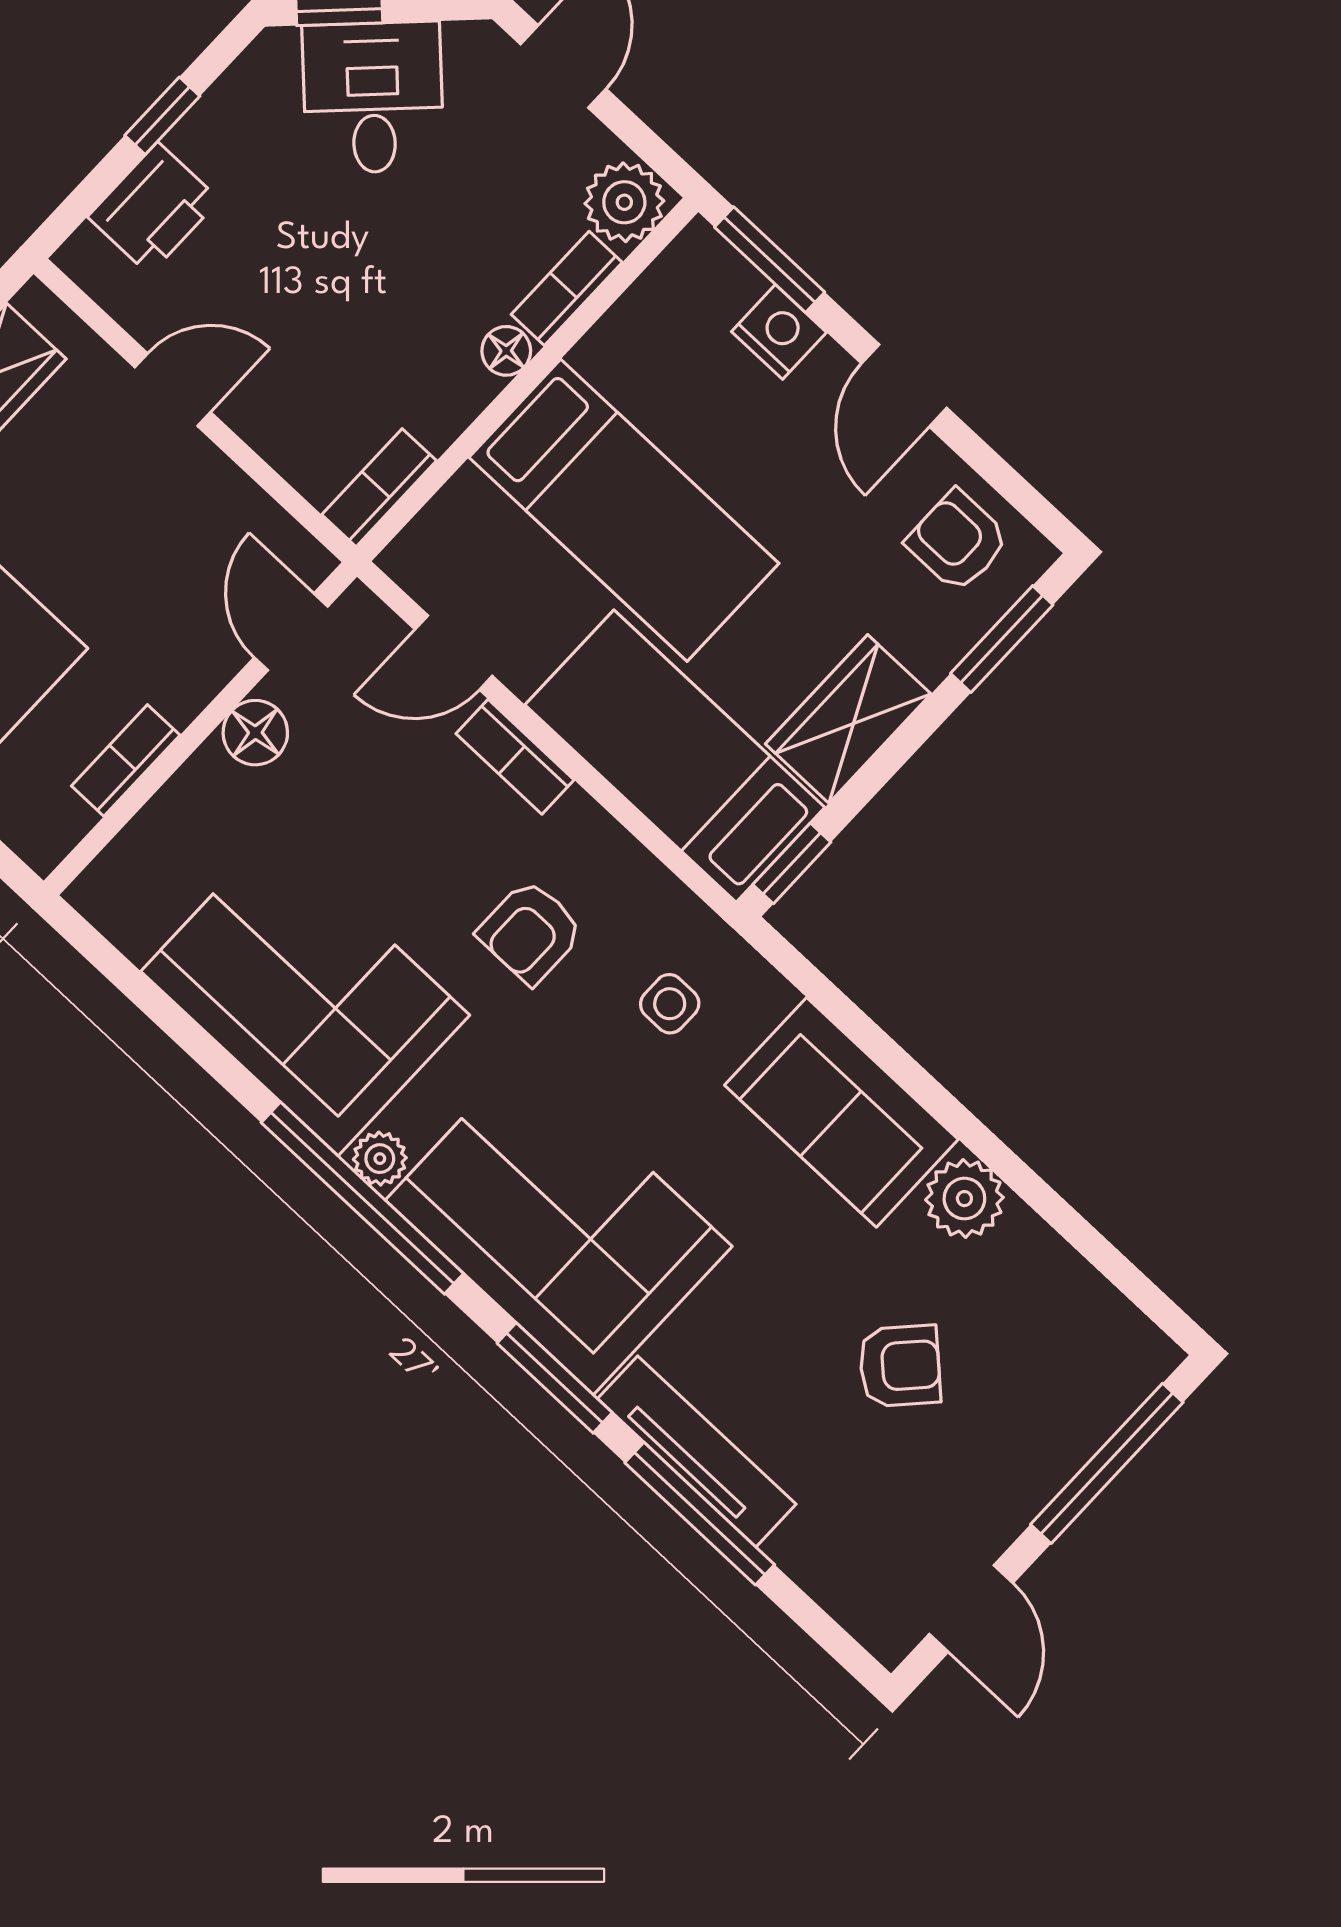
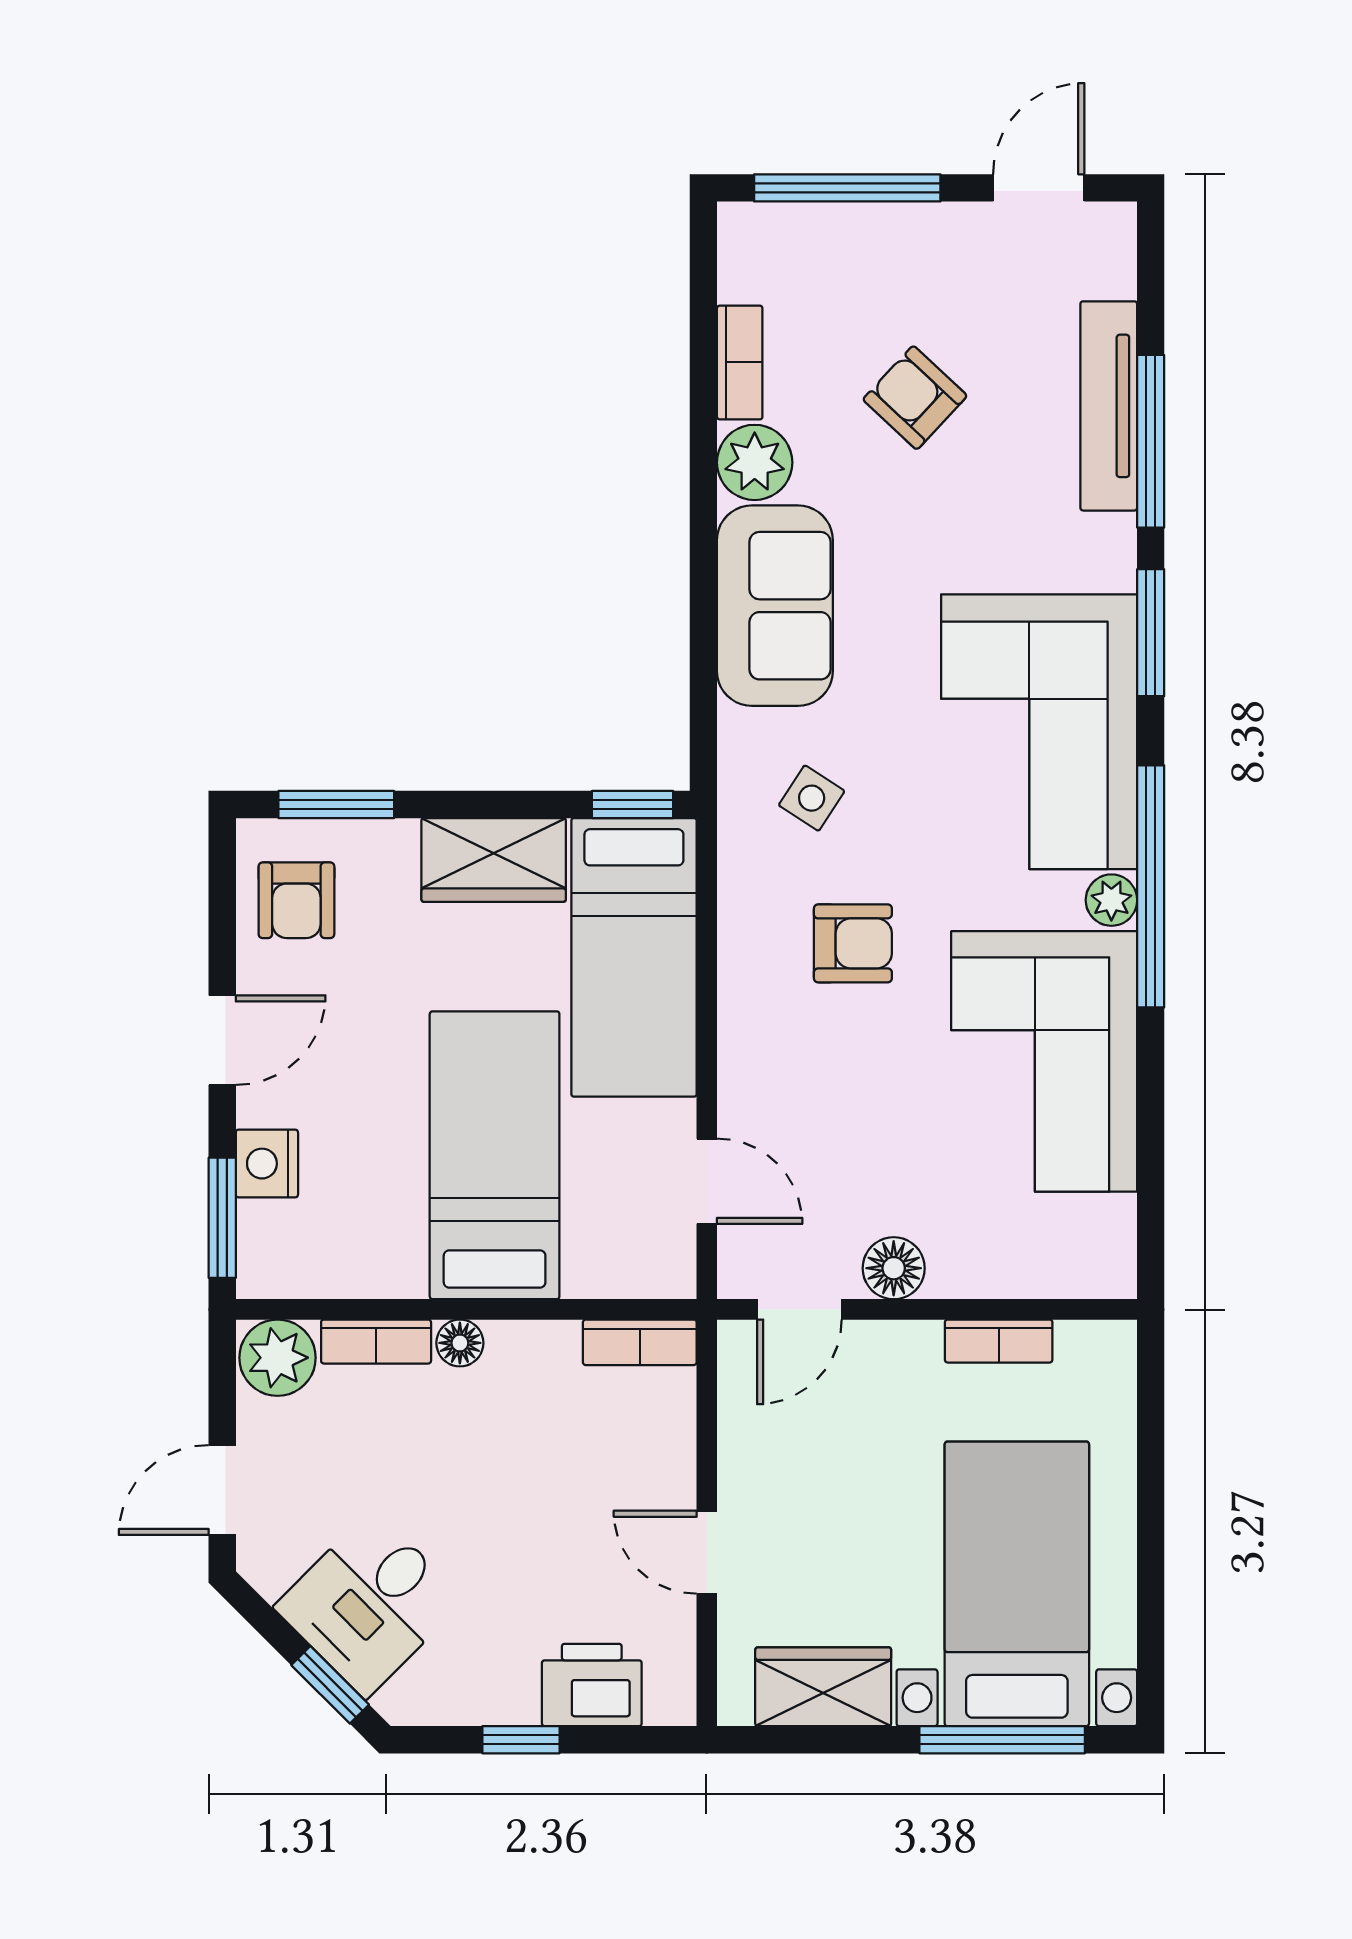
bookcase: (515, 757) -> (740, 362), moved
side table: (670, 1004) -> (812, 798), turned 33
tv unit: (697, 1451) -> (1109, 406), moved

